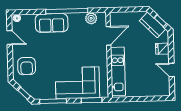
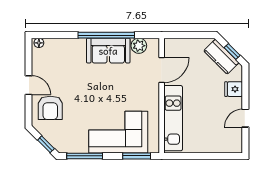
sofa: (52, 23) -> (108, 51), moved
door: (10, 38) -> (28, 85), moved
door: (172, 70) -> (245, 118), hinge flipped

